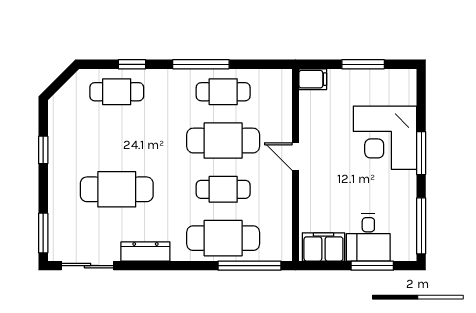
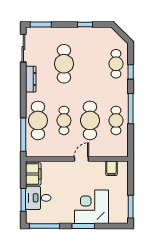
window: (363, 64) -> (131, 207), moved
filing cabinet: (313, 79) -> (111, 168), moved

